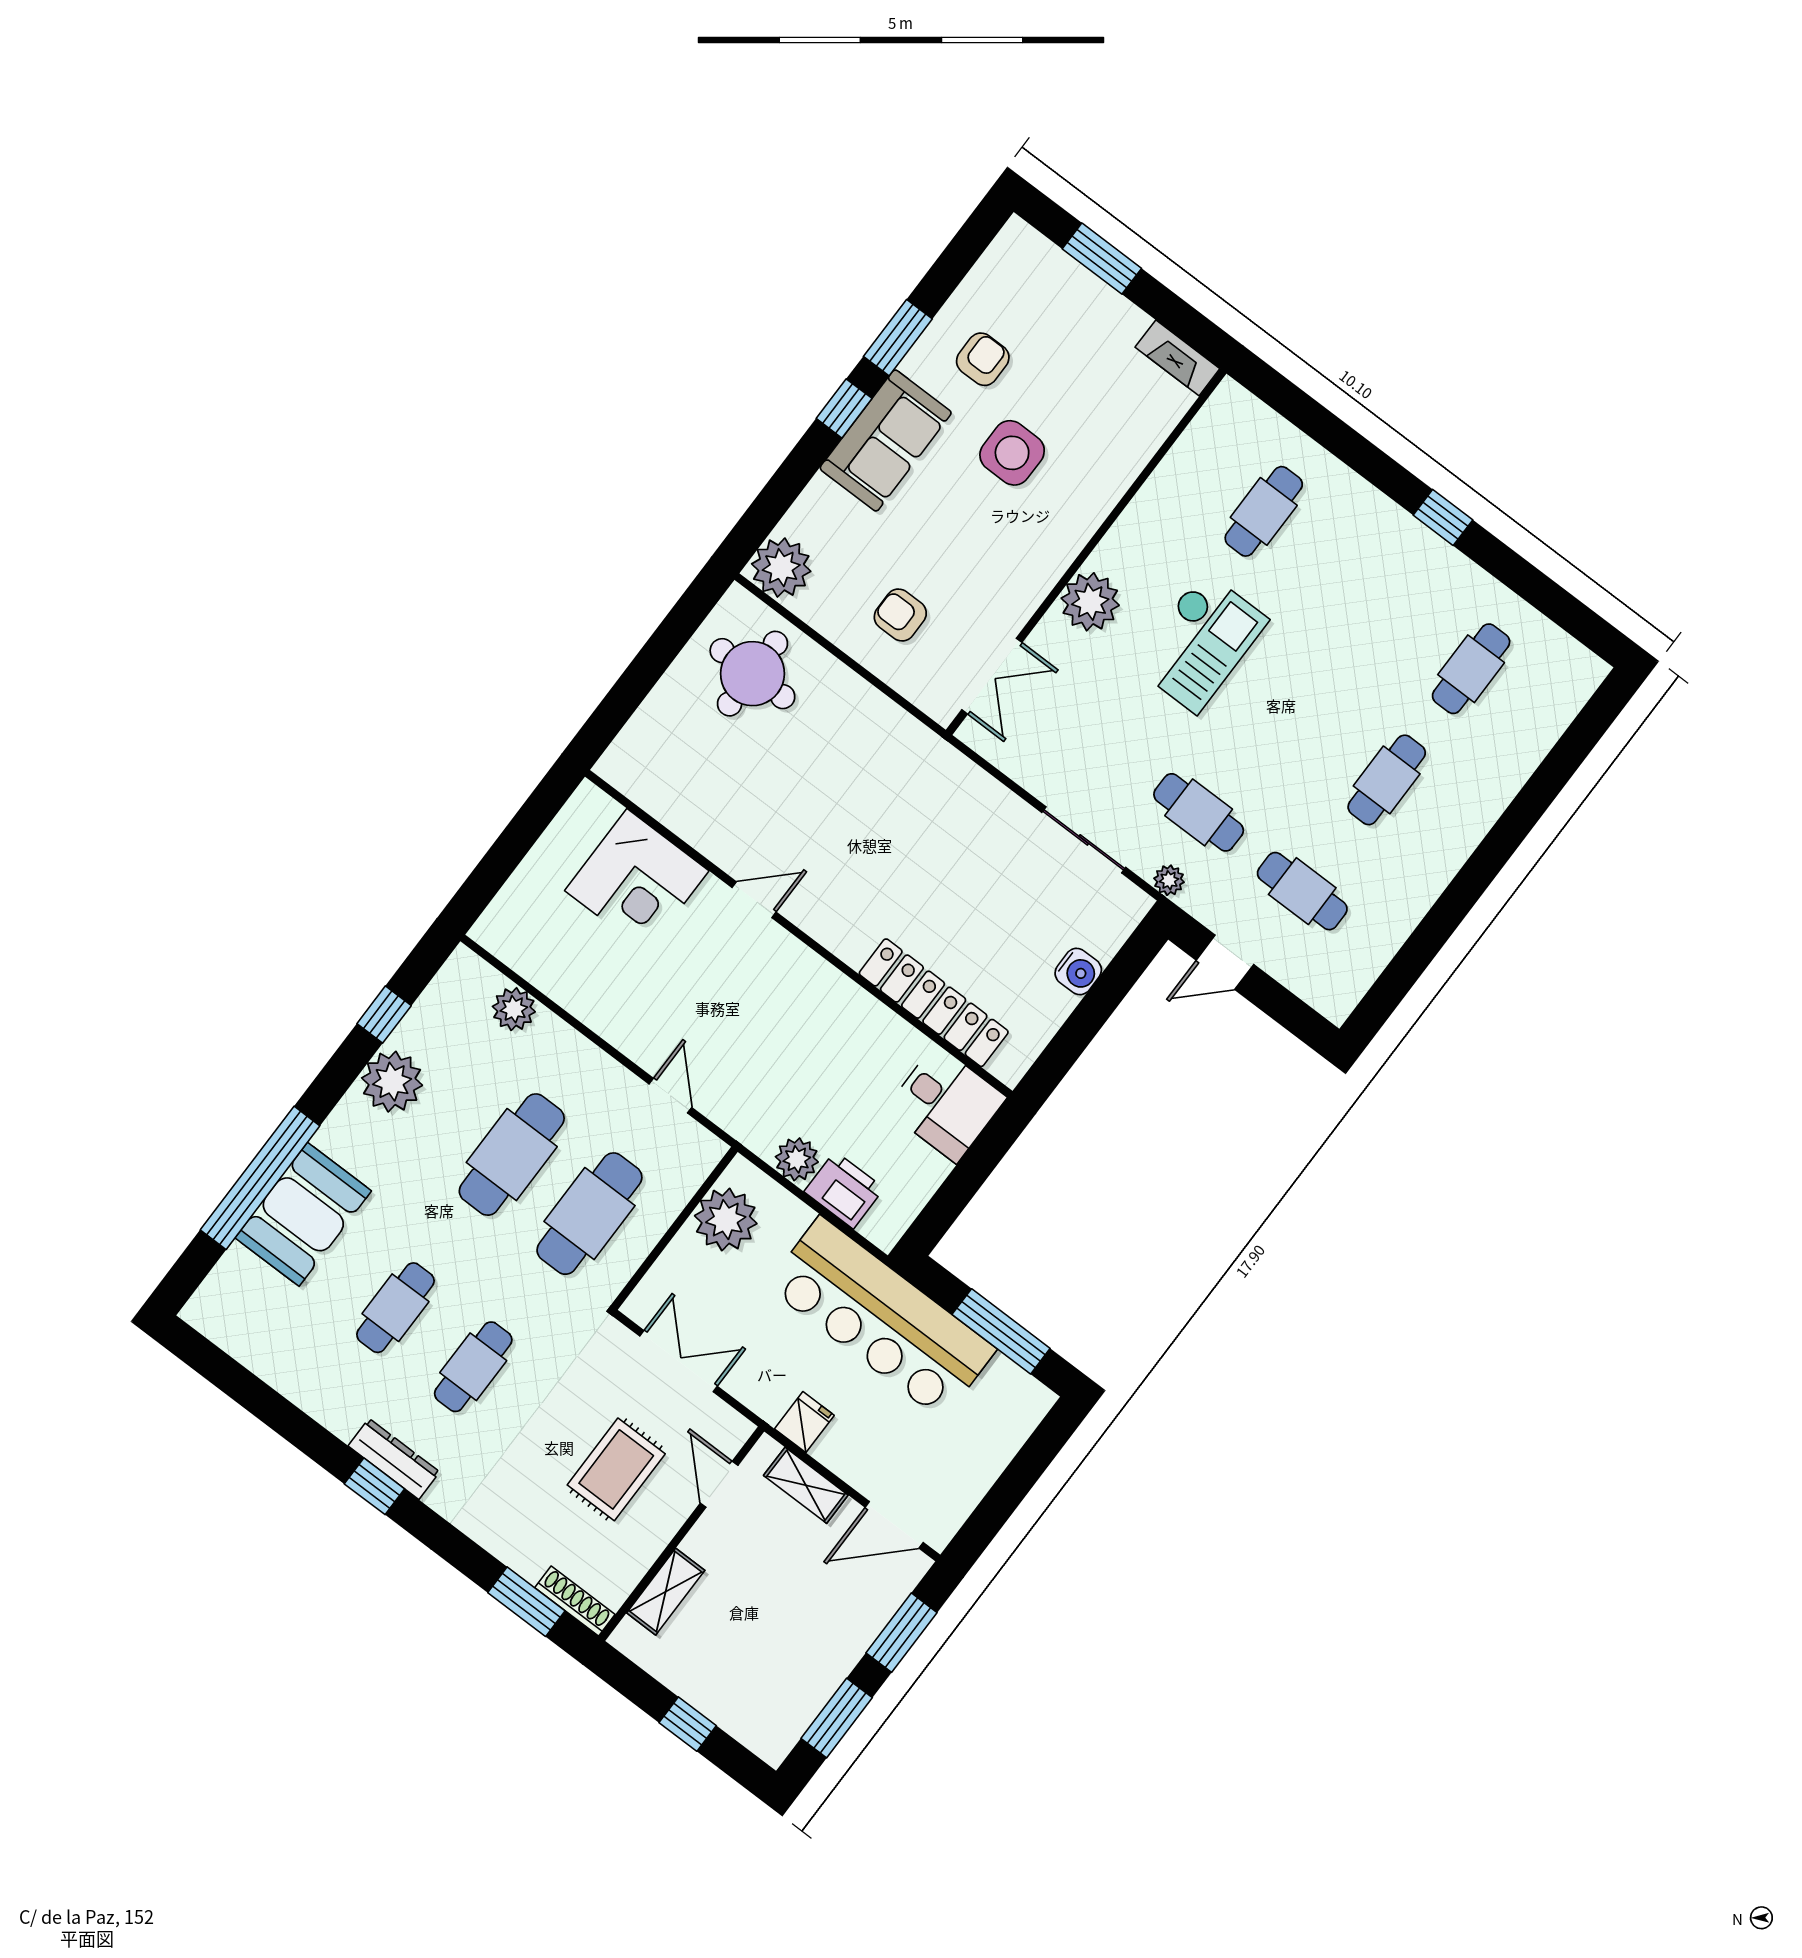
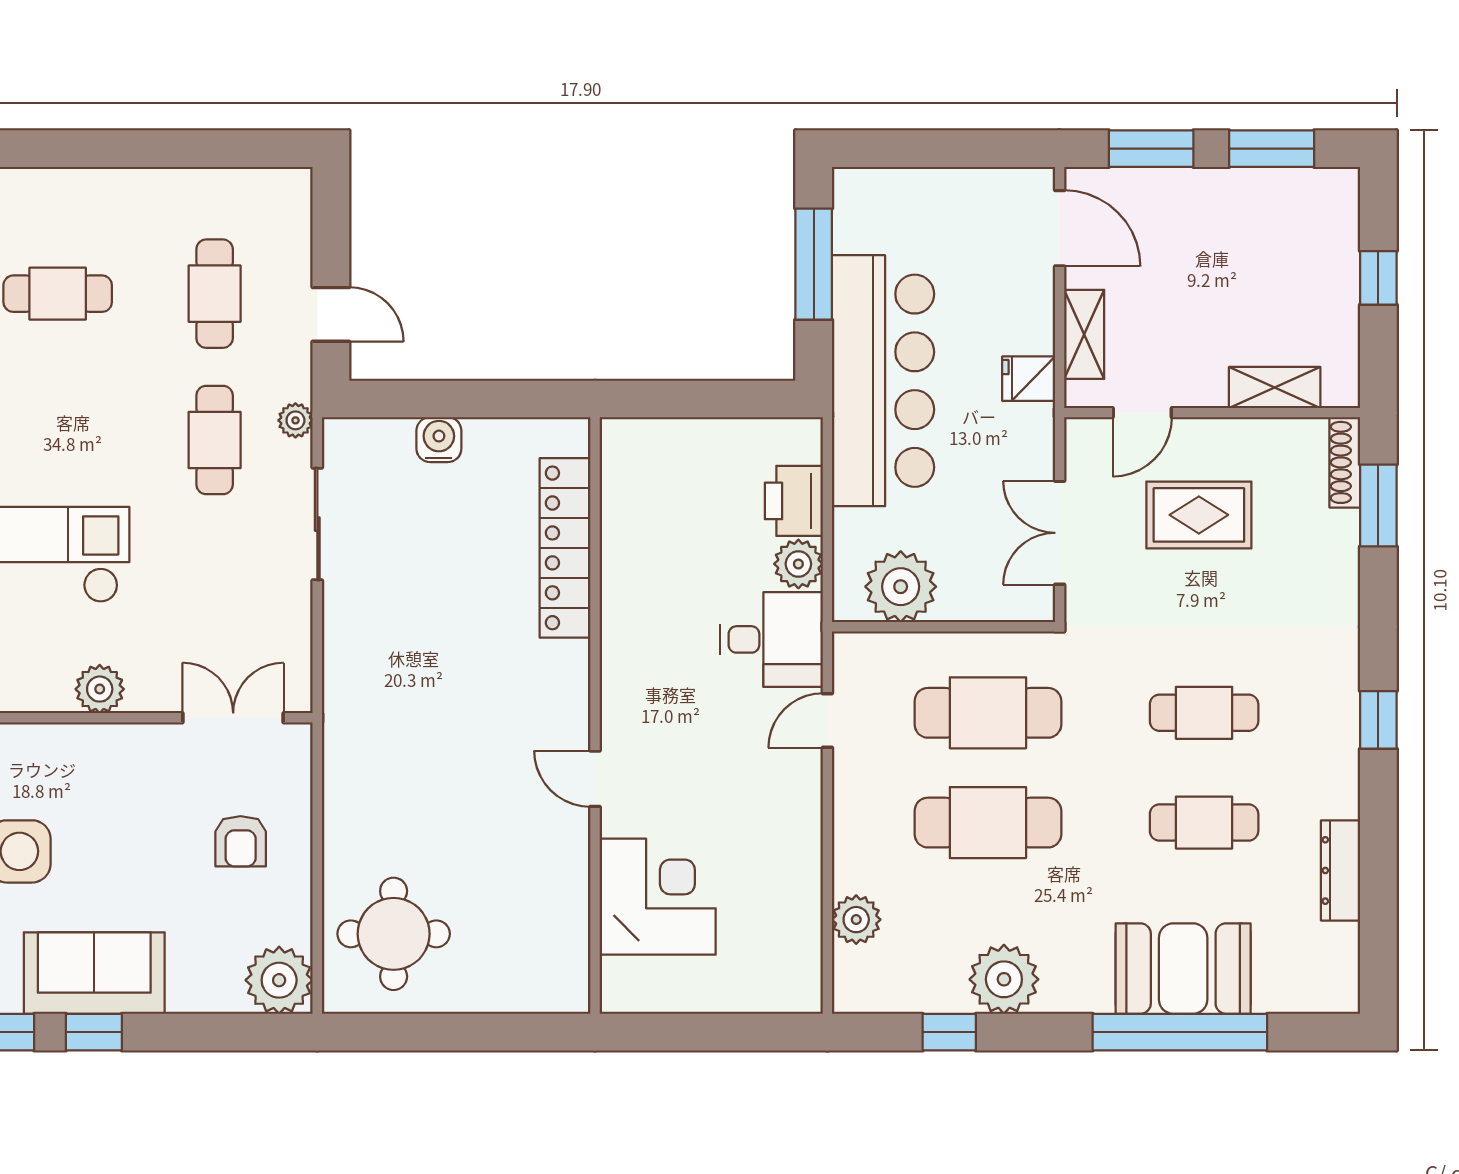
plant: (1090, 602) -> (100, 689), width x0.73, depth x0.73
desk: (946, 1104) -> (772, 639), moved, turned 90
dresser: (394, 1459) -> (1341, 870), moved

